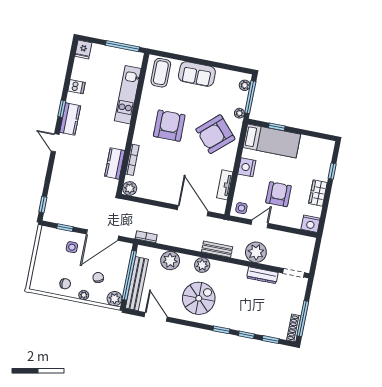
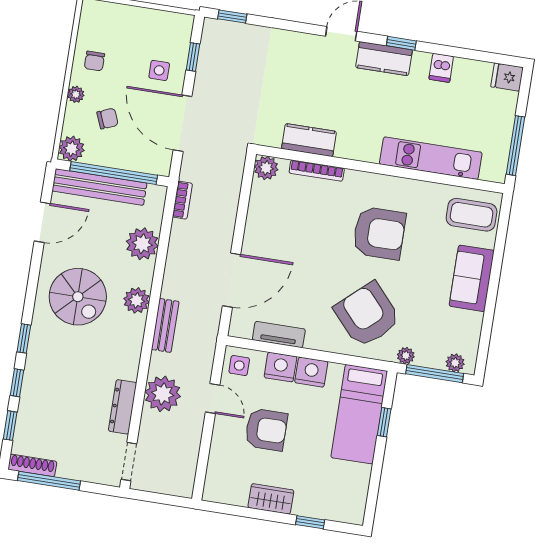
nightstand: (311, 224) -> (280, 367), moved, turned 90

